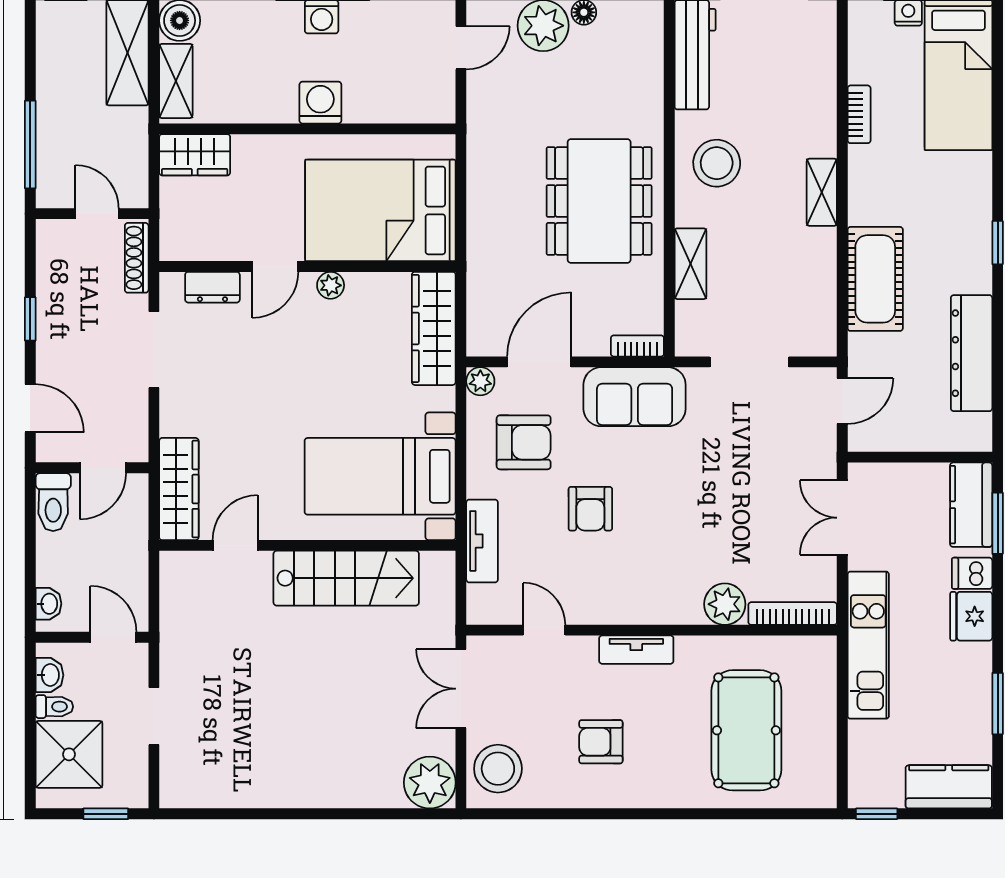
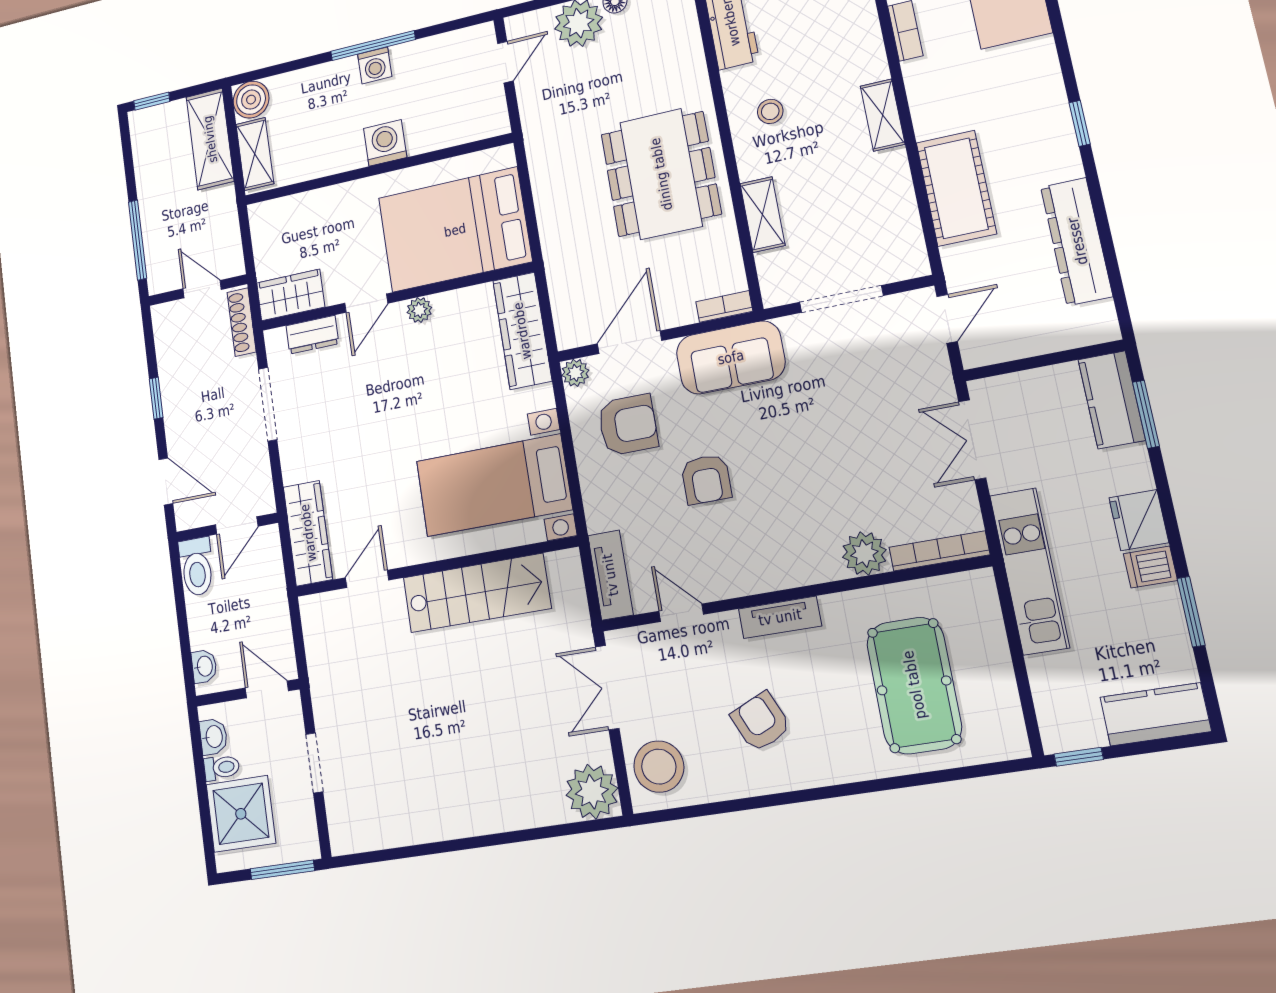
wardrobe: (195, 155) -> (291, 295), moved, turned 180
stool: (717, 163) -> (770, 111), width x0.53, depth x0.53
tv unit: (482, 541) -> (610, 575), moved
dishwasher: (972, 573) -> (1150, 567), moved
armchair: (601, 742) -> (761, 722), turned 66
window: (106, 814) -> (282, 870), width x1.50

